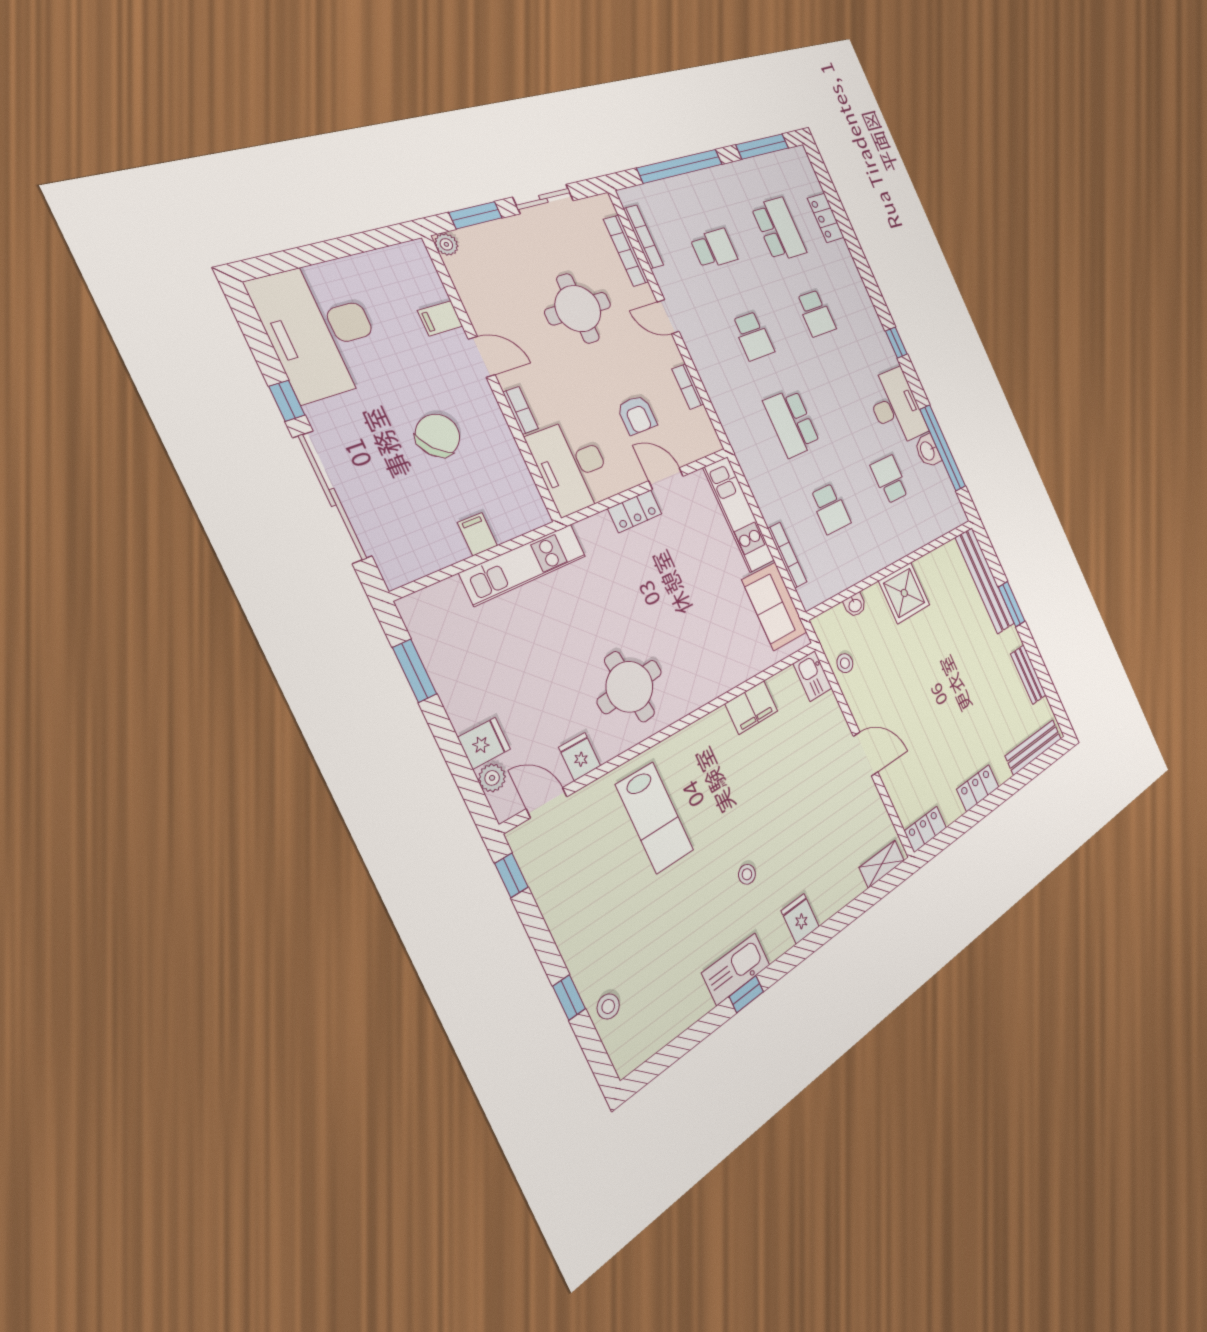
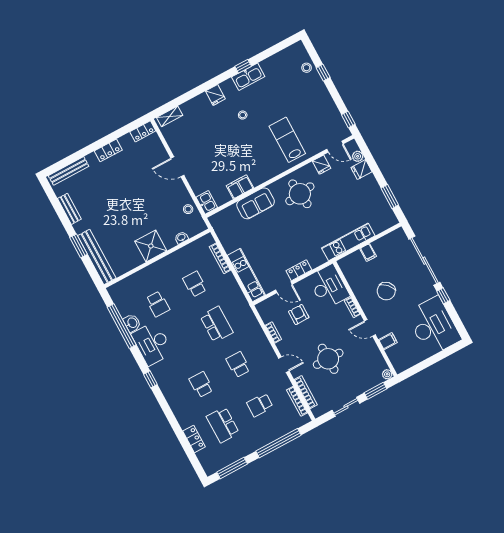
sofa: (774, 606) -> (256, 203), moved, turned 90

